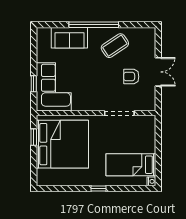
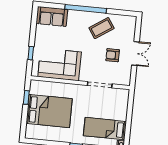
sofa: (69, 38) -> (52, 16), moved
corner sofa: (54, 87) -> (60, 64), moved, turned -90
bed: (62, 144) -> (49, 111), width x0.73

